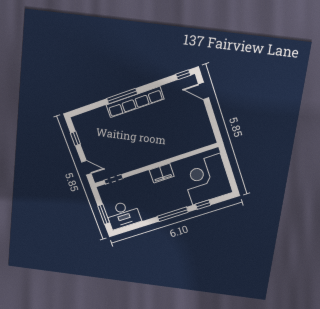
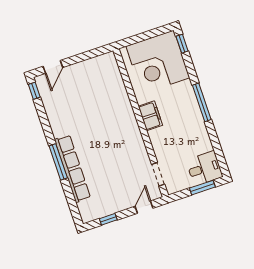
row of seats: (135, 102) -> (73, 169), moved
window: (203, 205) -> (182, 44), moved
desk: (123, 215) -> (204, 168), width x0.73

